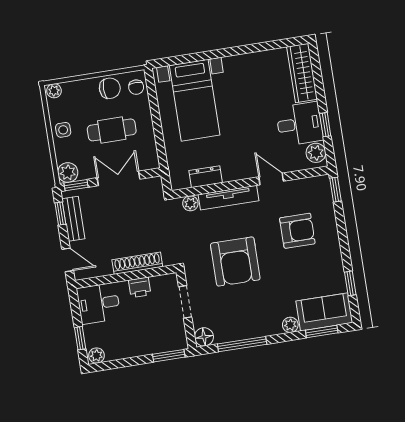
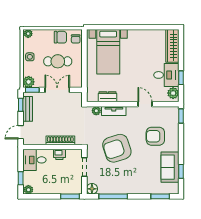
tv unit: (229, 198) -> (114, 111), width x0.71
armchair: (297, 231) -> (155, 136), turned 180
door: (68, 260) -> (21, 132), swing flipped
armchair: (235, 262) -> (117, 148), turned 72
sofa: (324, 312) -> (170, 167), moved, turned -90
plant: (290, 325) -> (143, 190), removed

